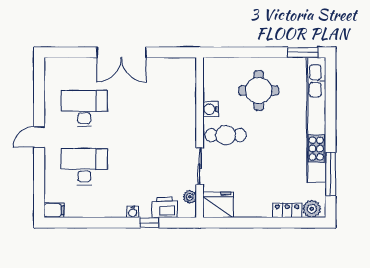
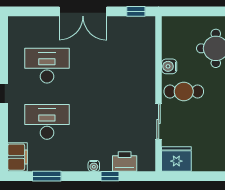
window: (176, 52) -> (136, 11), added
plant: (190, 197) -> (149, 151), removed
filing cabinet: (54, 210) -> (18, 157), width x2.00
window: (84, 223) -> (47, 176), added

